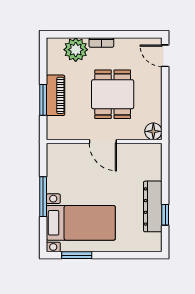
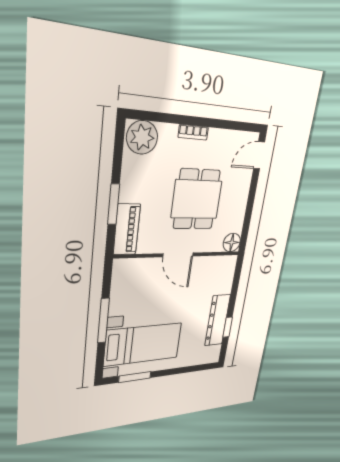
plant: (76, 50) -> (142, 137), moved
door: (165, 56) -> (259, 155), hinge flipped
piano: (55, 95) -> (127, 229), moved

